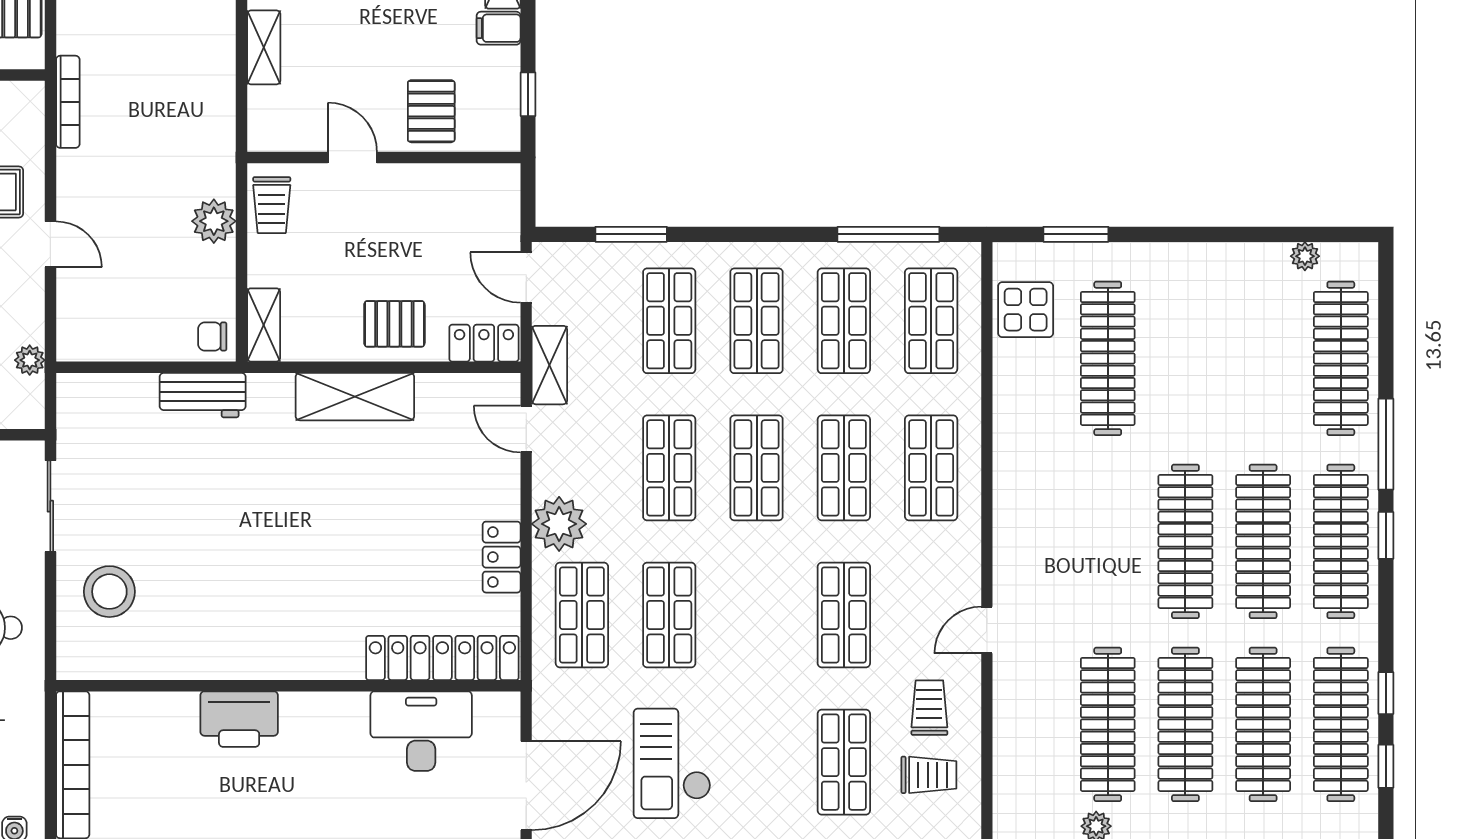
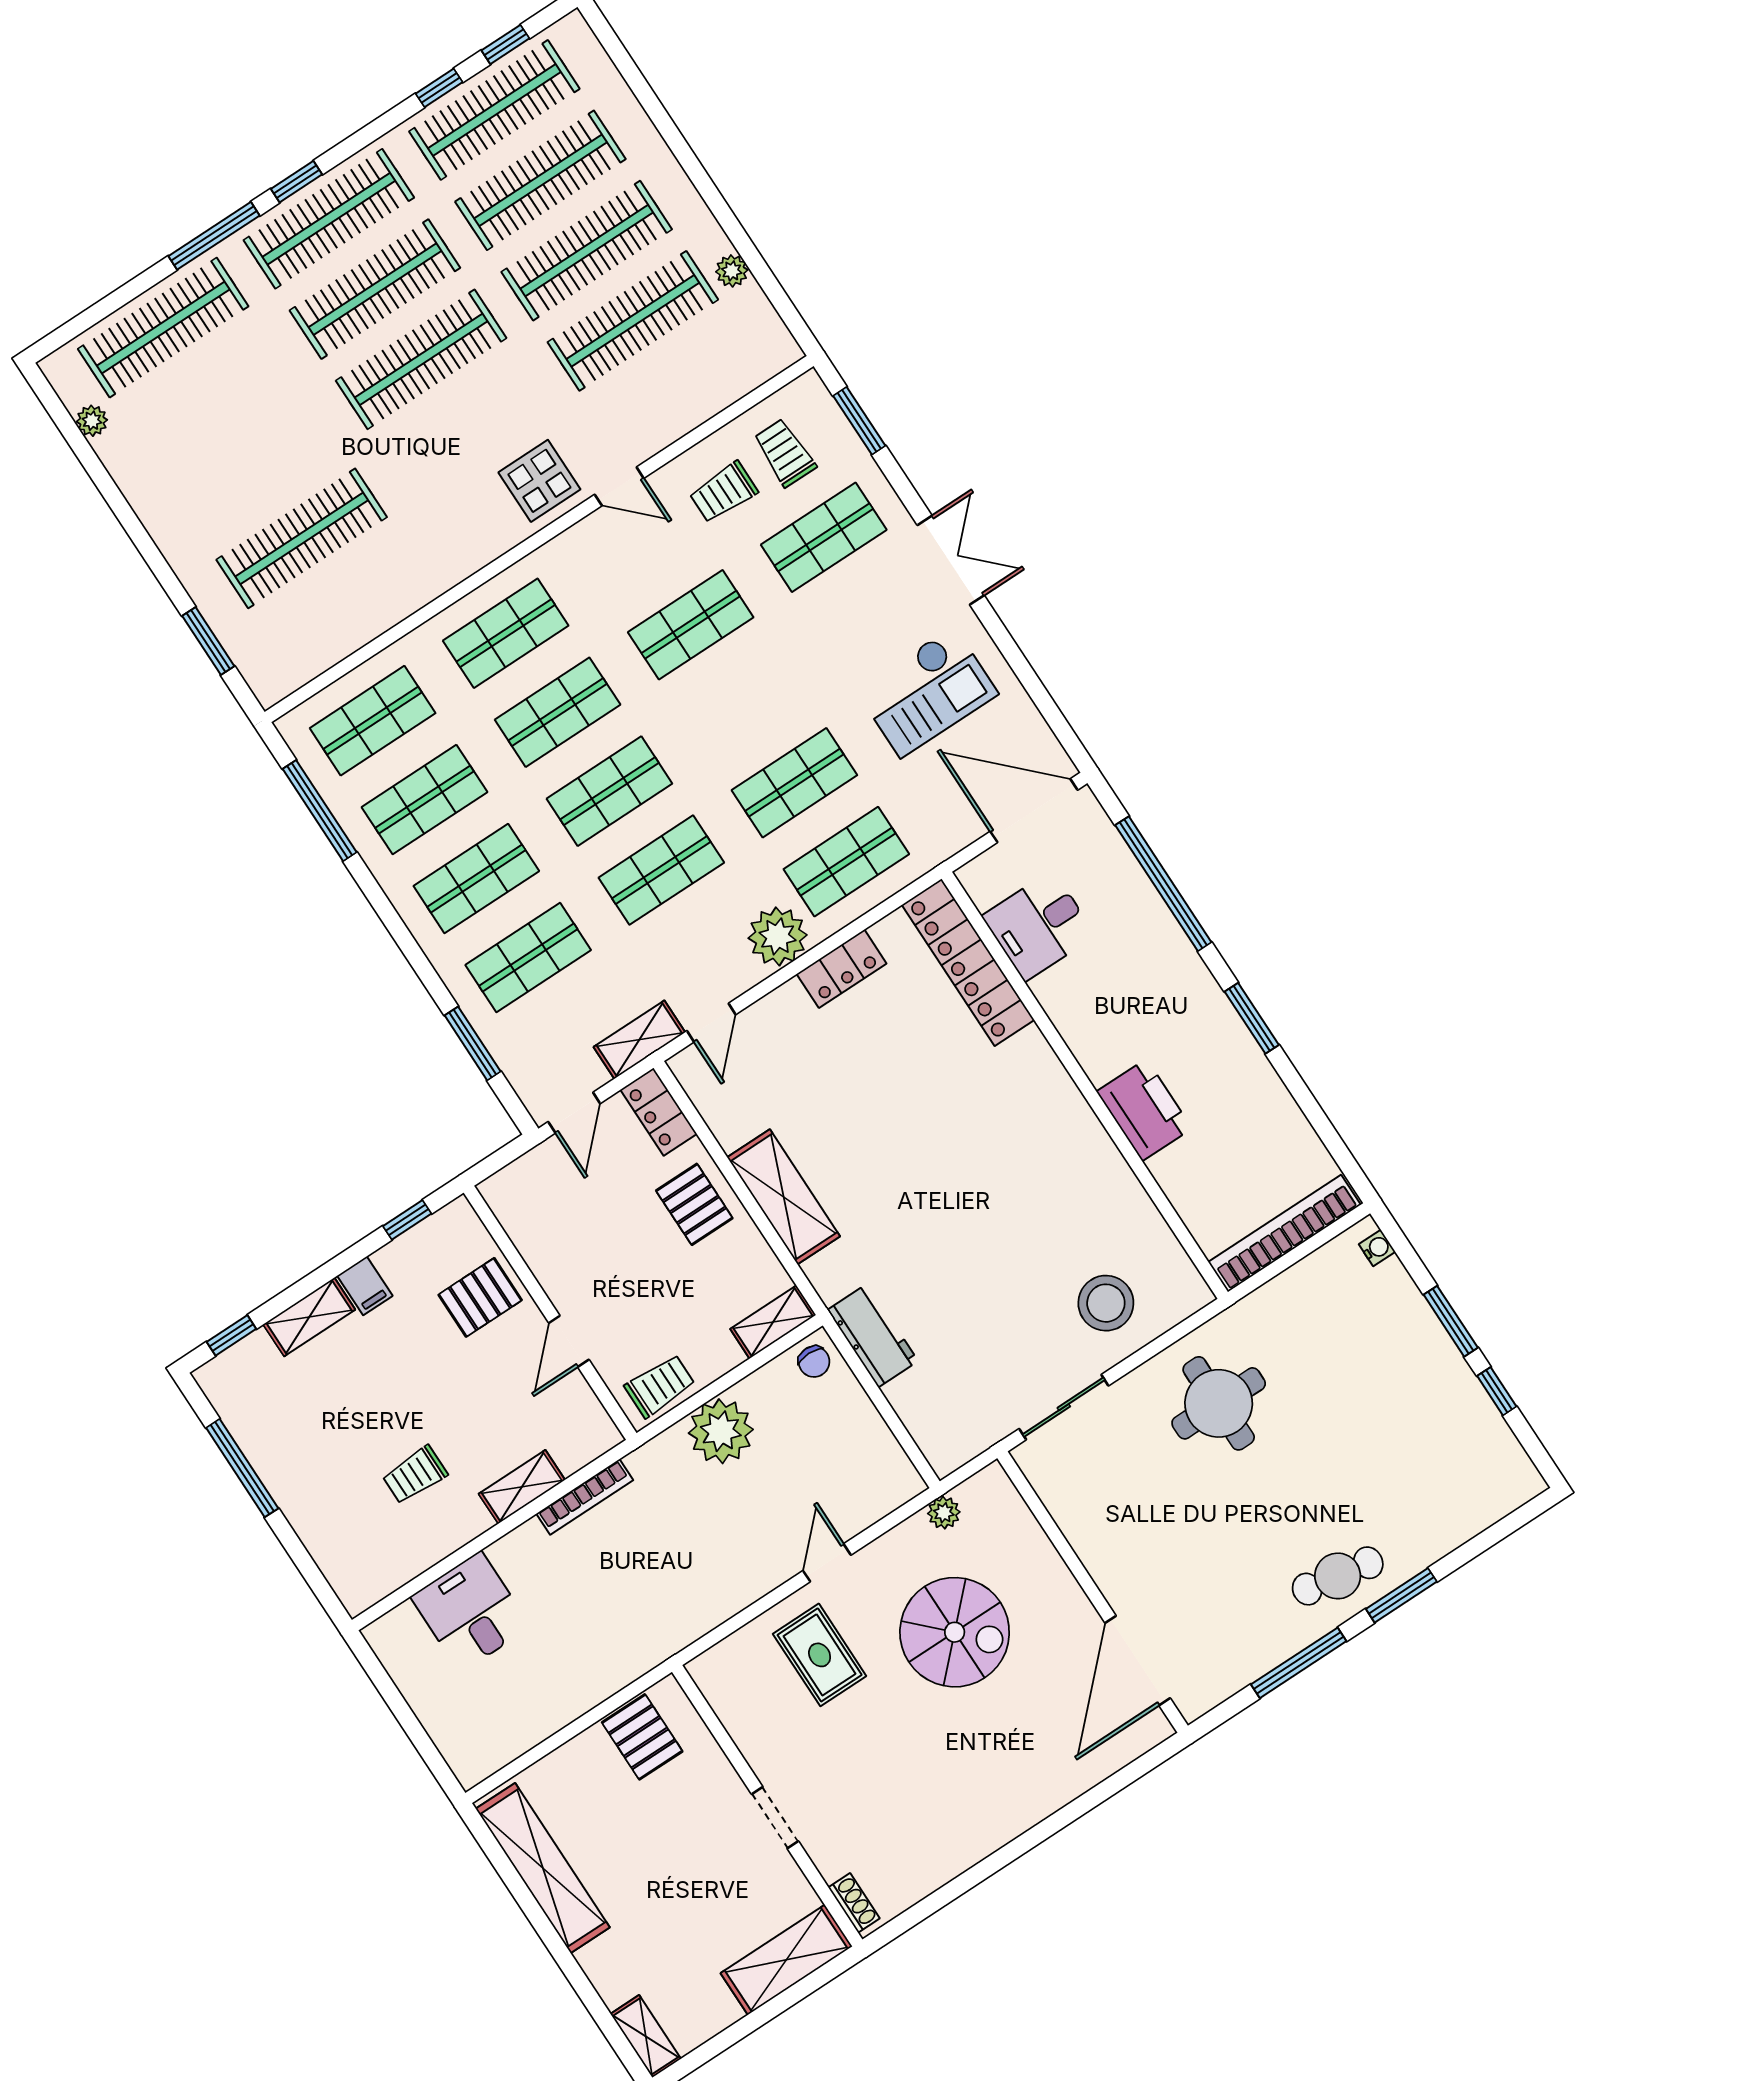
bookcase: (68, 102) -> (585, 1497), moved, turned 180
plant: (214, 221) -> (721, 1431), width x1.36, depth x1.36
display table: (1026, 310) -> (539, 481), moved
desk: (421, 731) -> (1039, 926), width x0.73

